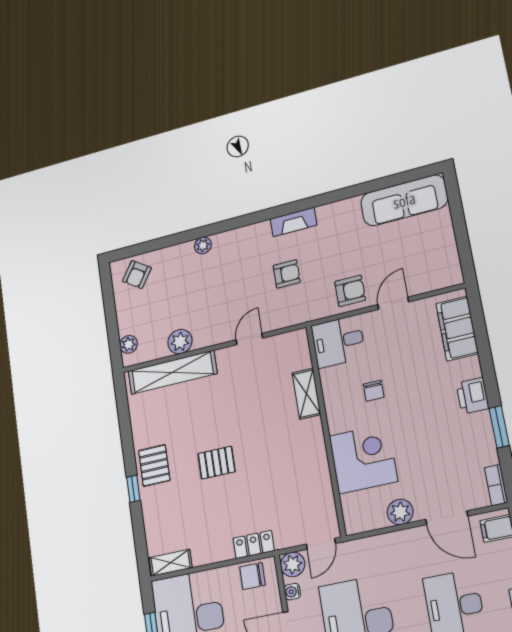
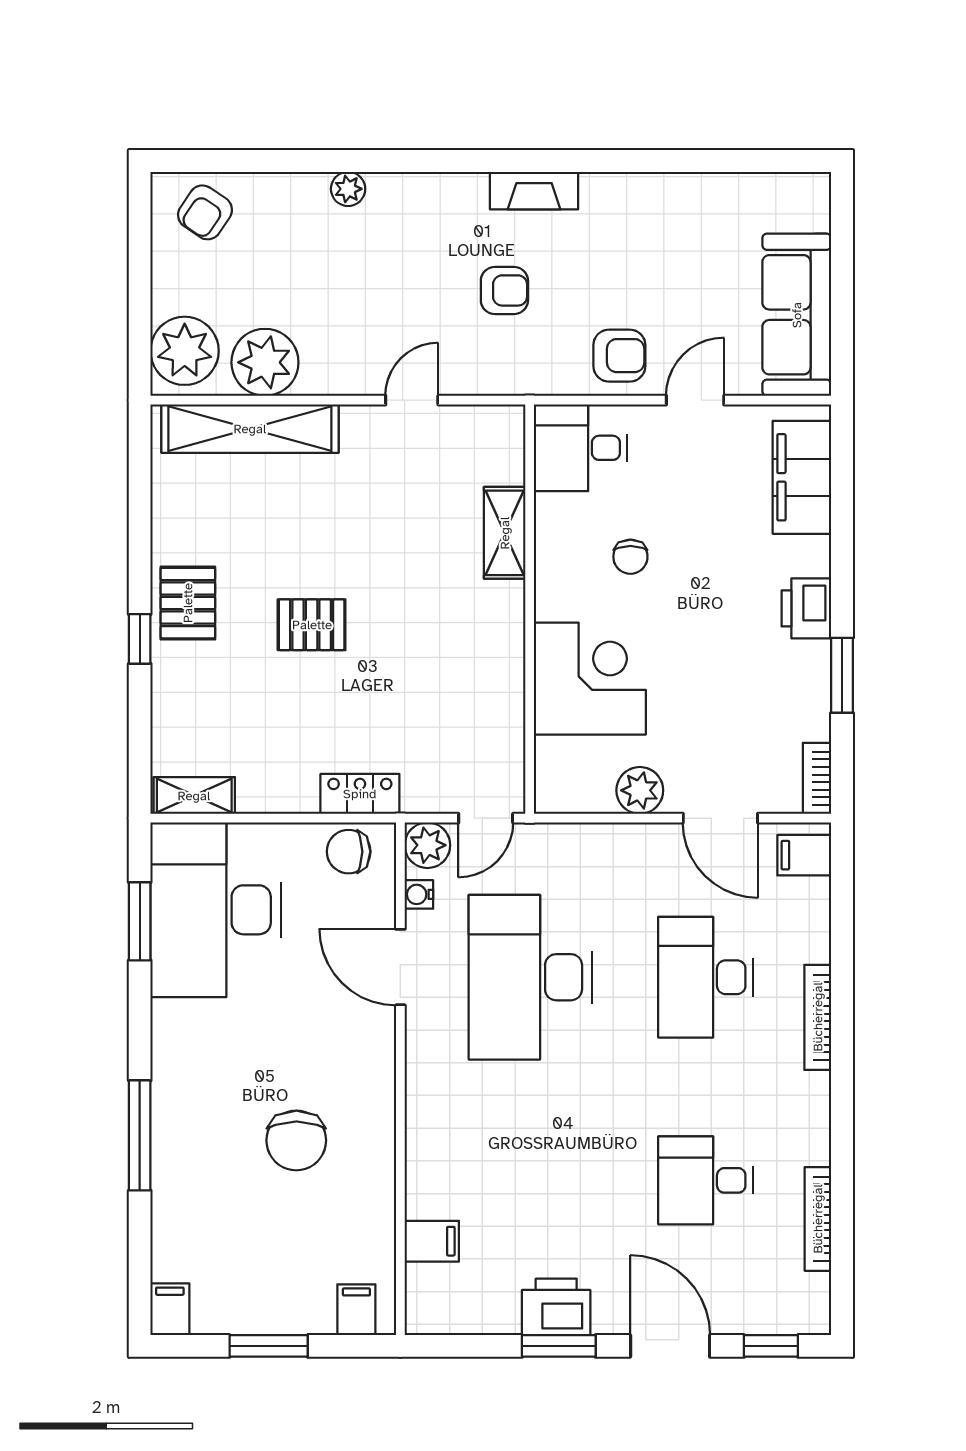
sofa: (404, 200) -> (797, 315), moved, turned 90
plant: (180, 342) -> (265, 362), width x1.36, depth x1.36
plant: (129, 344) -> (185, 351), width x1.87, depth x1.87

